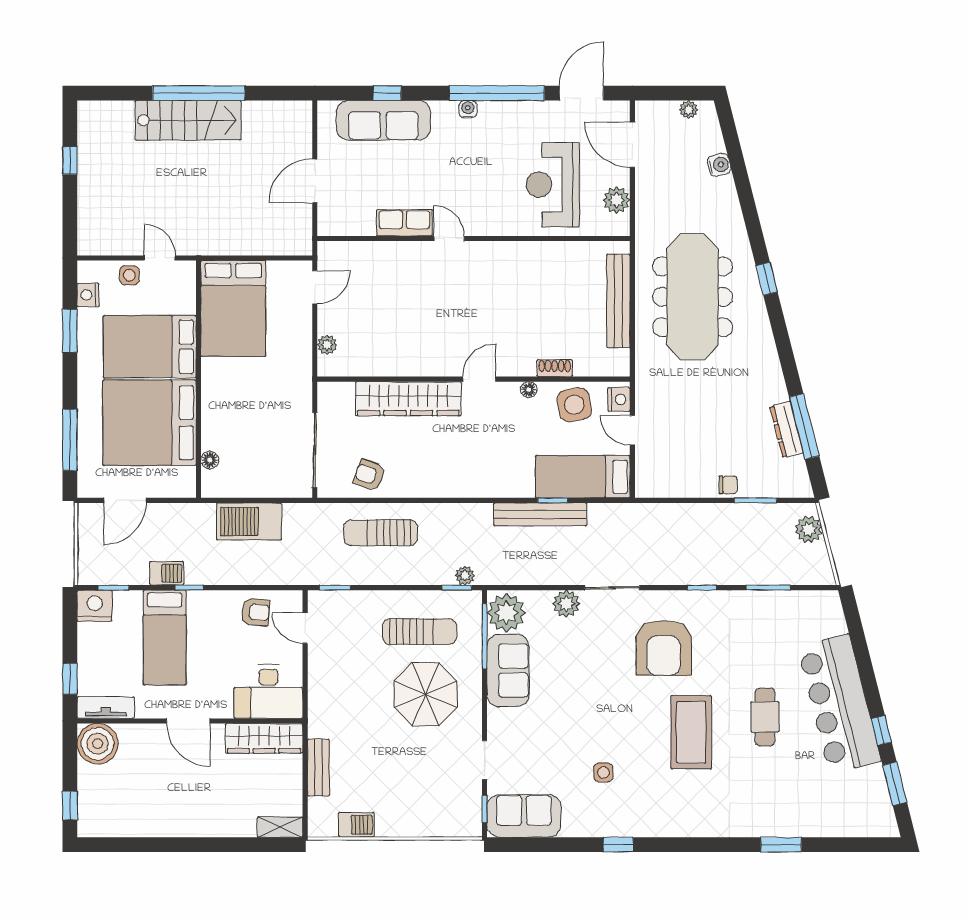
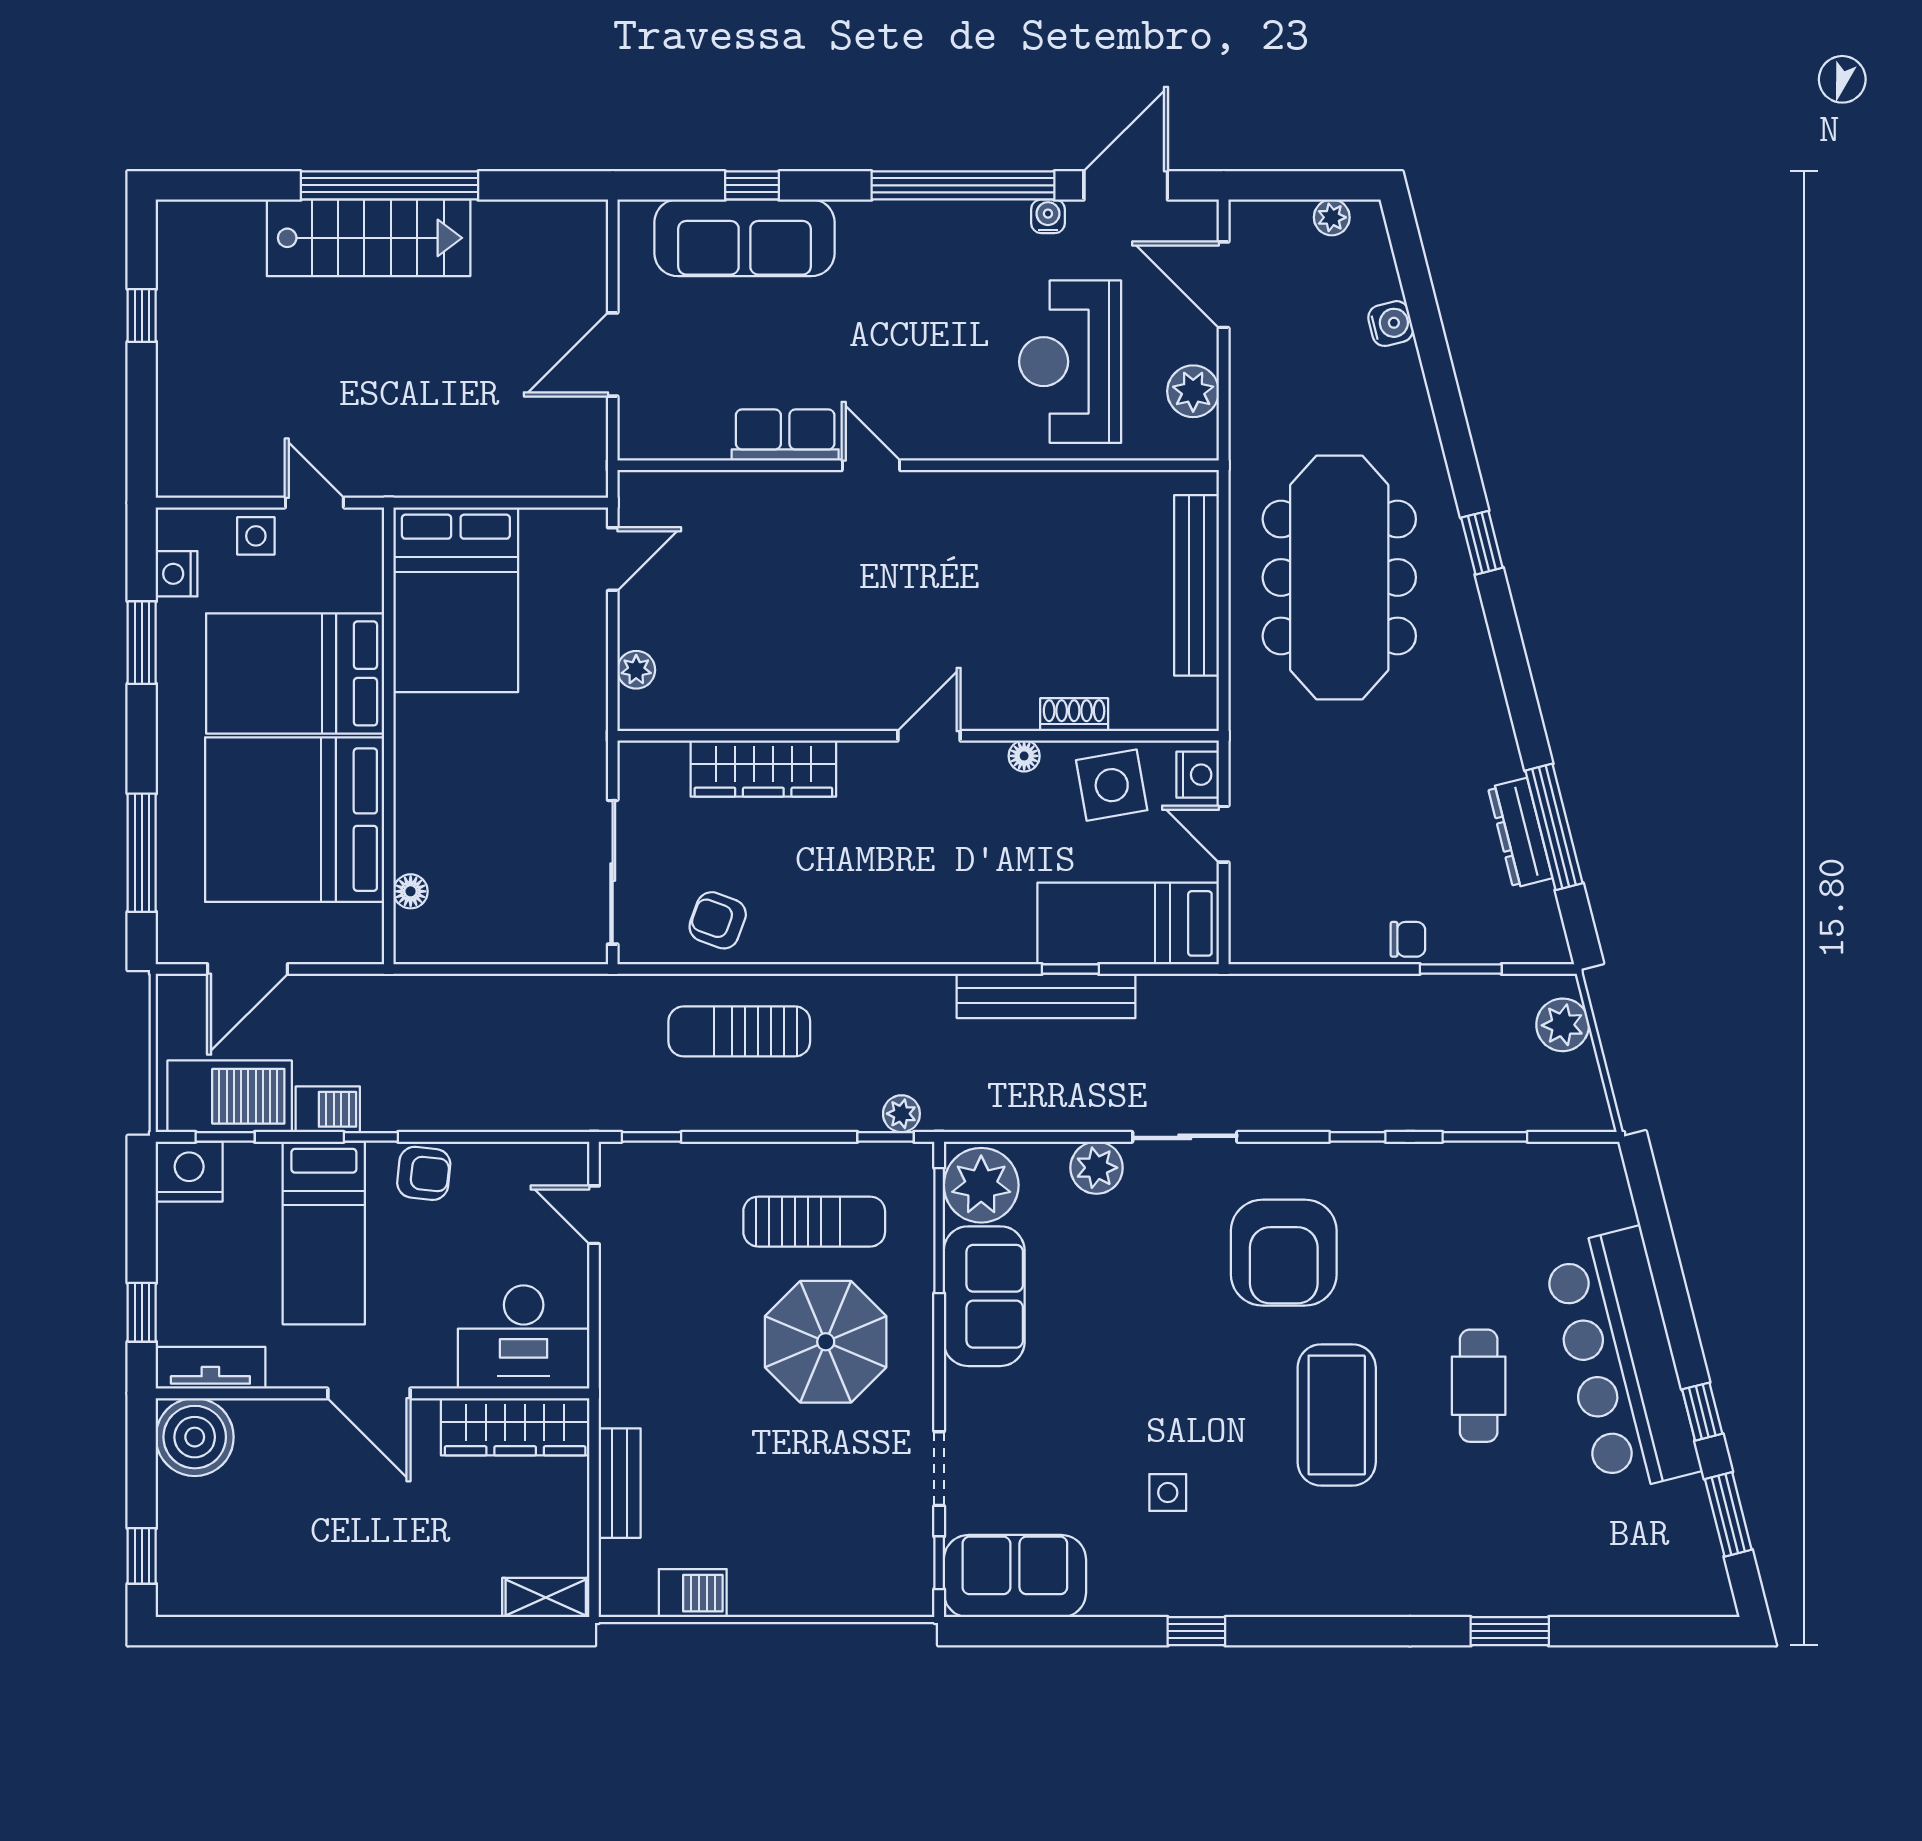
water cooler: (468, 109) -> (1048, 216), moved
wardrobe: (408, 399) -> (763, 769), width x0.71, depth x0.85
barbecue: (249, 521) -> (230, 1096), moved, turned 180
armchair: (255, 612) -> (424, 1173), moved

